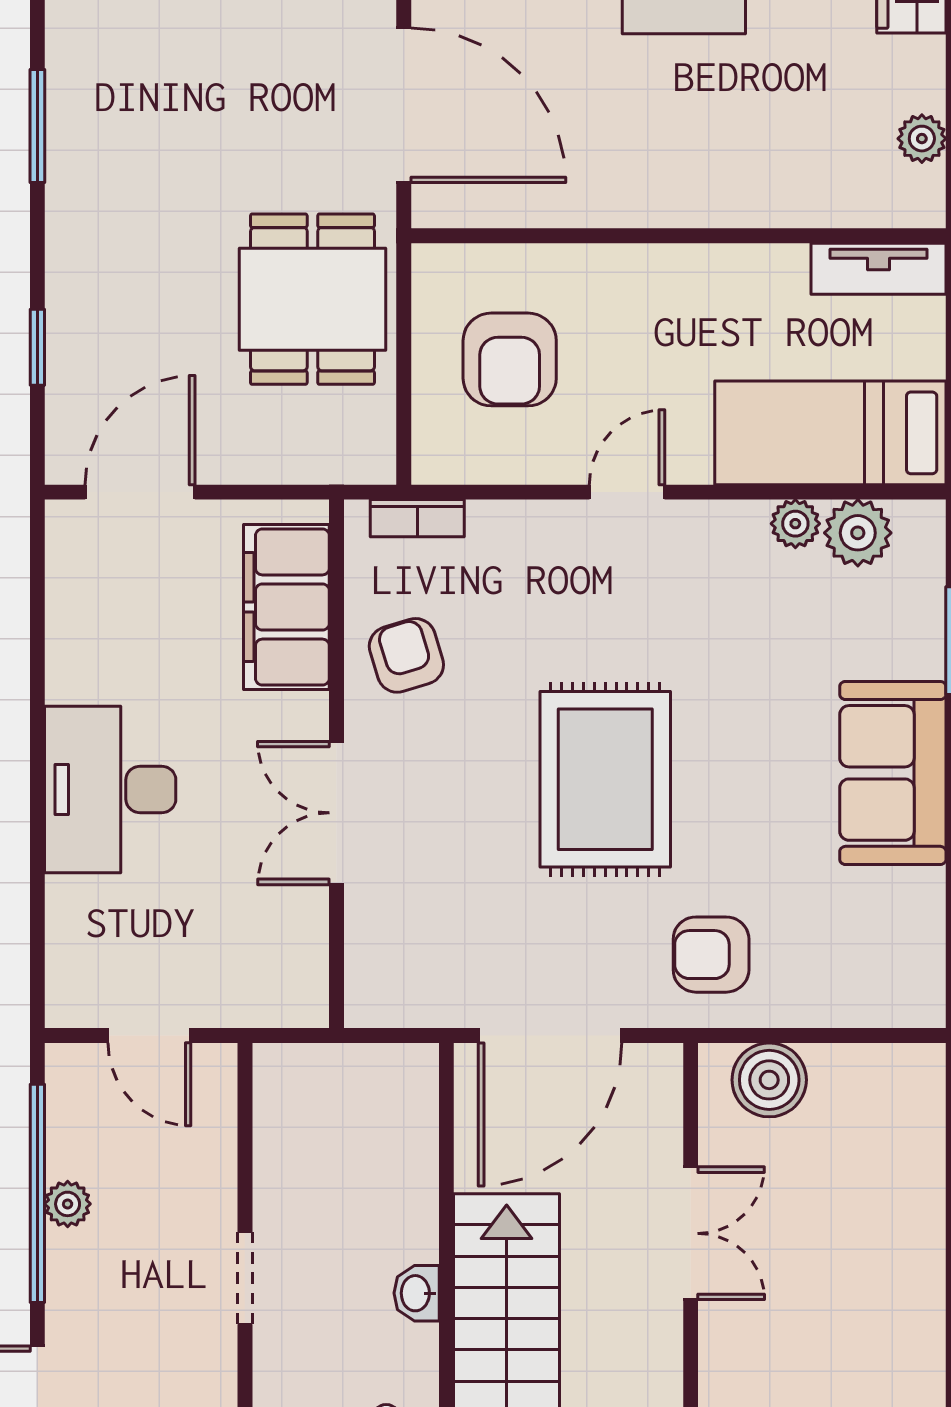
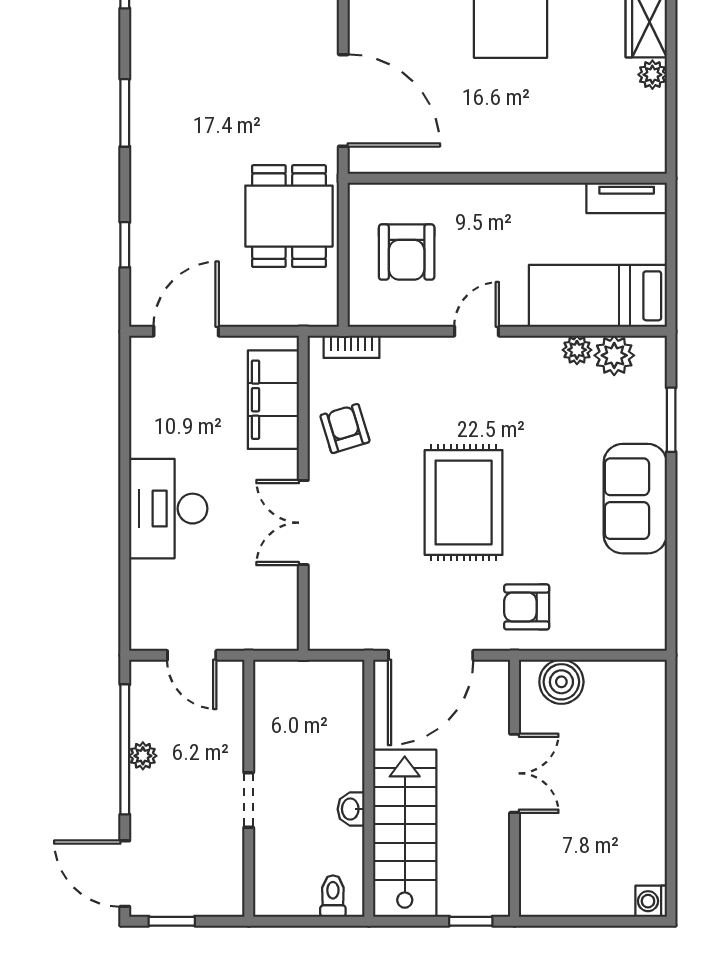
plant: (922, 139) -> (652, 75), moved

